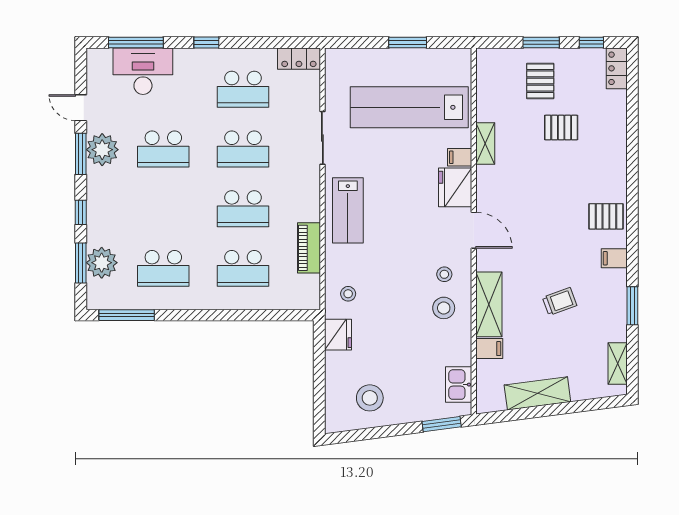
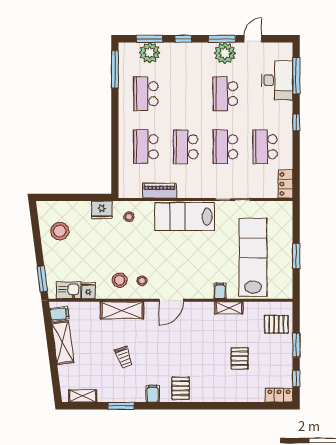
pallet: (540, 81) -> (276, 324), moved
fridge: (455, 187) -> (88, 291), moved, width x0.53, depth x0.75
lab bench: (348, 210) -> (185, 216), width x1.36, depth x1.39
filing cabinet: (489, 349) -> (59, 314), moved, turned -97

